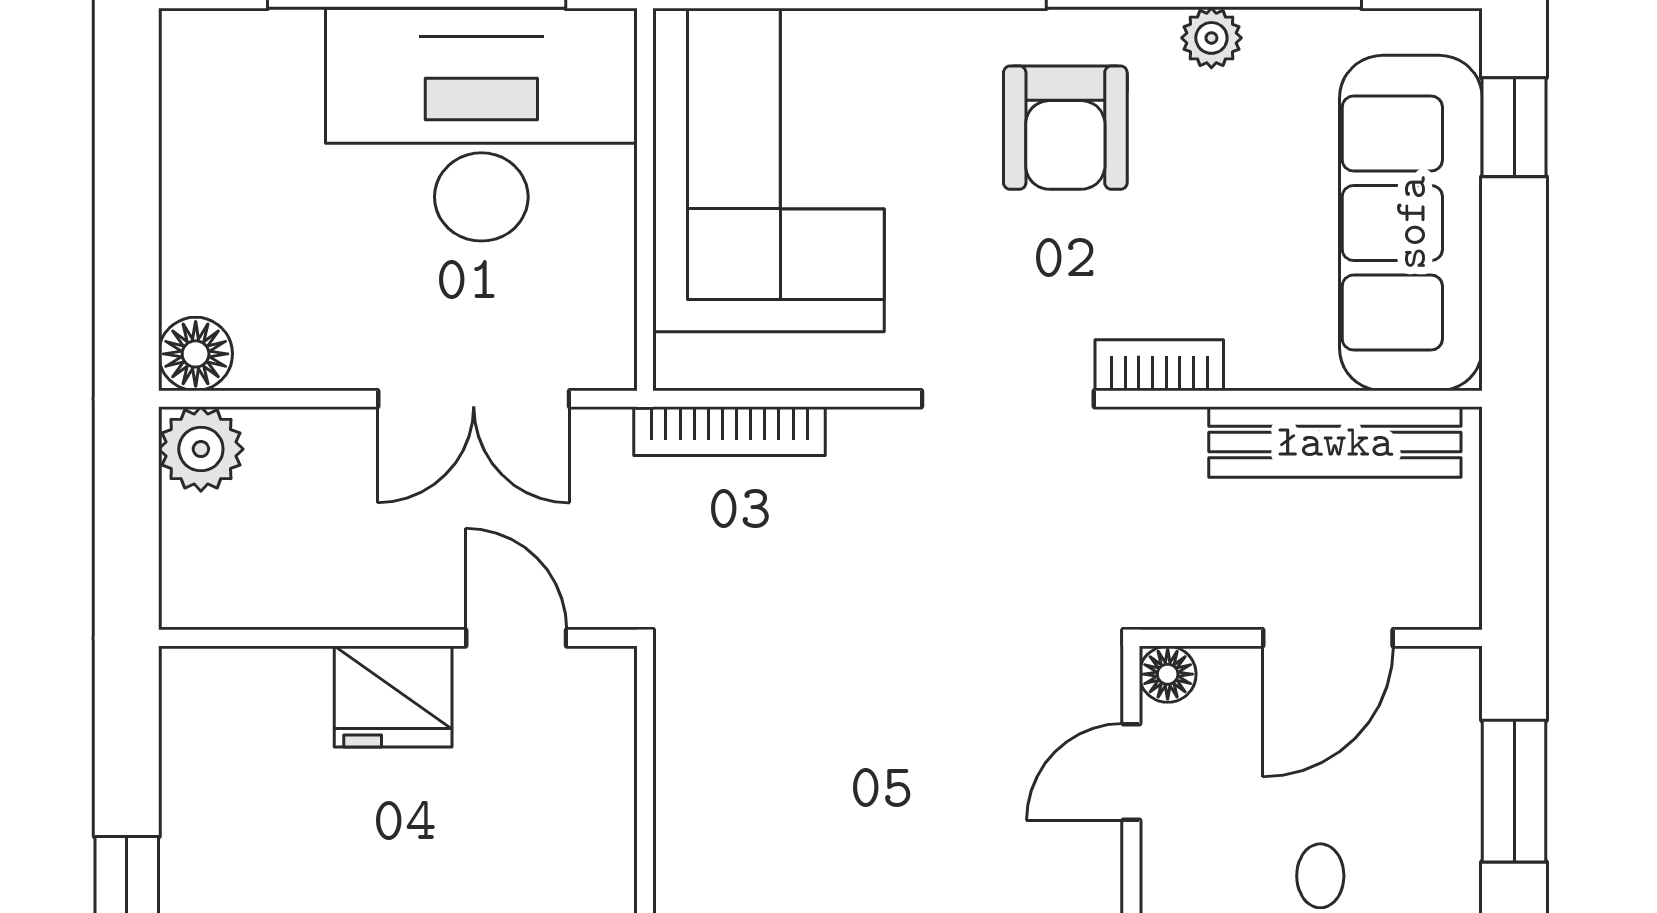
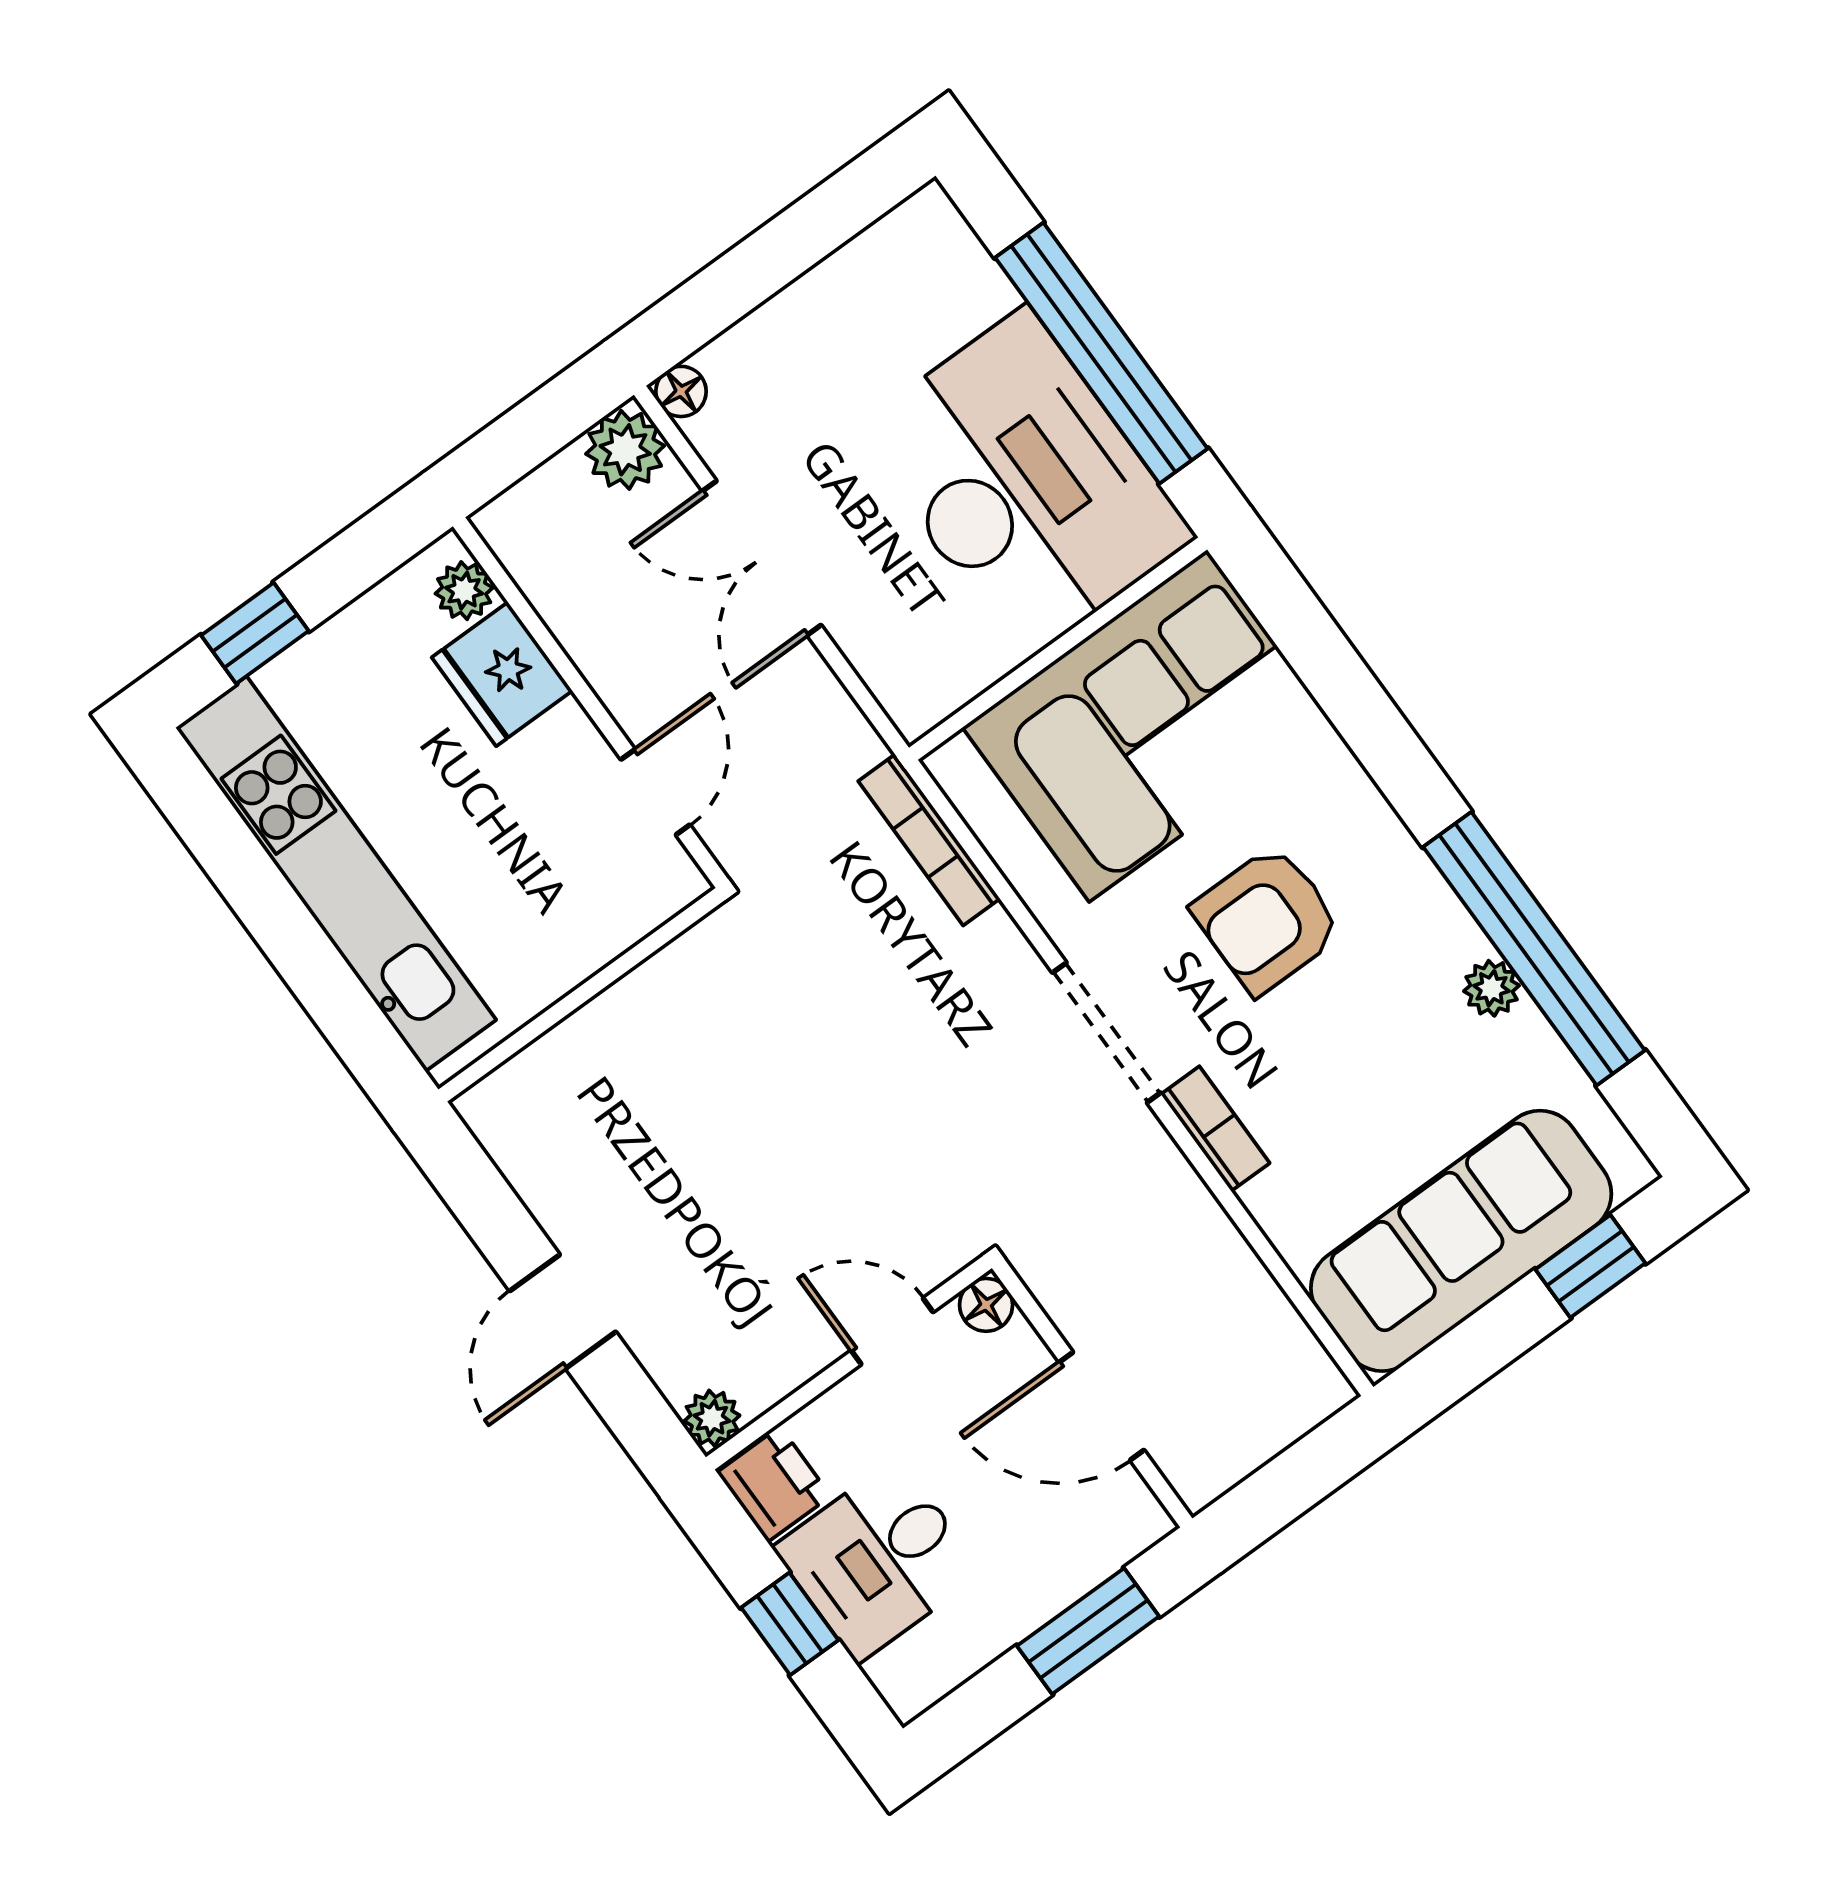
armchair: (1065, 128) -> (1267, 920), moved
floor lamp: (196, 354) -> (681, 391), width x0.73, depth x0.73
double door: (474, 399) -> (762, 558), moved
bench: (1335, 442) -> (1254, 1304), removed
plant: (222, 677) -> (464, 591), added
fridge: (393, 696) -> (502, 674), moved

